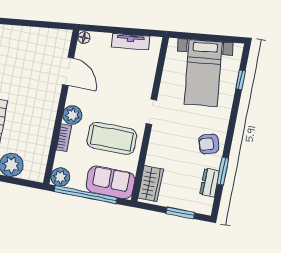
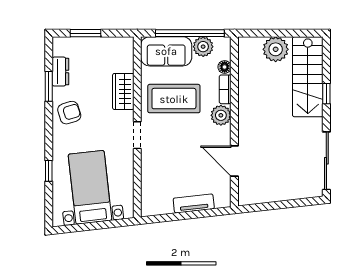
floor lamp: (84, 38) -> (225, 67), moved
tv unit: (130, 42) -> (194, 203), moved
window: (241, 80) -> (49, 171), moved
plant: (60, 177) -> (203, 47), moved
wardrobe: (151, 184) -> (123, 91), moved

